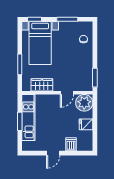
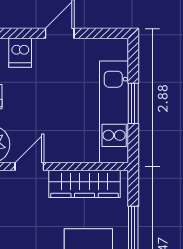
wardrobe: (42, 85) -> (85, 184), width x1.50

